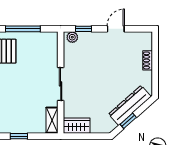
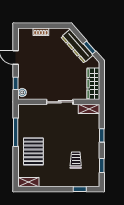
wardrobe: (77, 126) -> (93, 84), width x1.50

